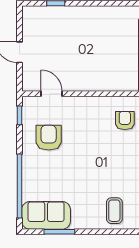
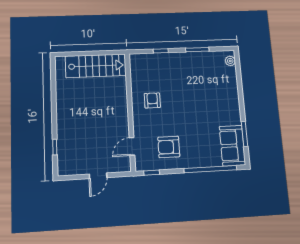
armchair: (125, 121) -> (152, 100), moved, turned 90
coffee table: (114, 211) -> (224, 91), removed

